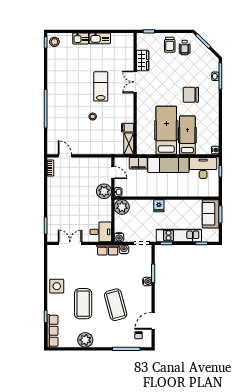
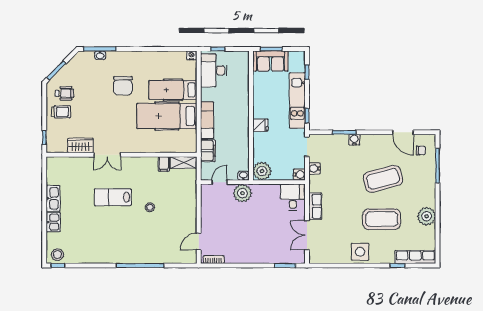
exam couch: (168, 165) -> (207, 120), width x0.73, depth x0.69
row of seats: (108, 250) -> (315, 206), moved

